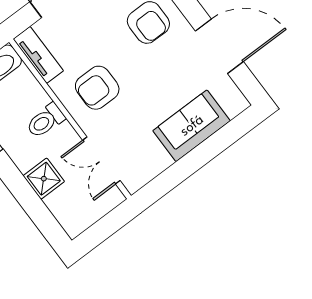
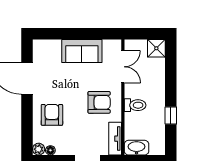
sofa: (192, 126) -> (82, 51), moved
shower: (44, 179) -> (156, 48), moved

